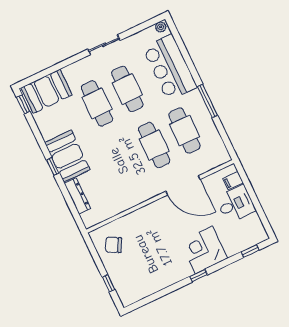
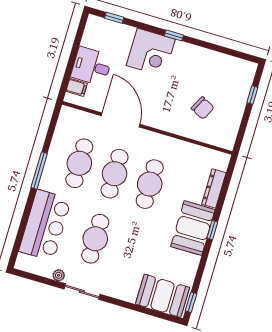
plant: (161, 27) -> (59, 275), moved
cafe table: (97, 103) -> (150, 184), moved
chair: (113, 245) -> (203, 108), moved

